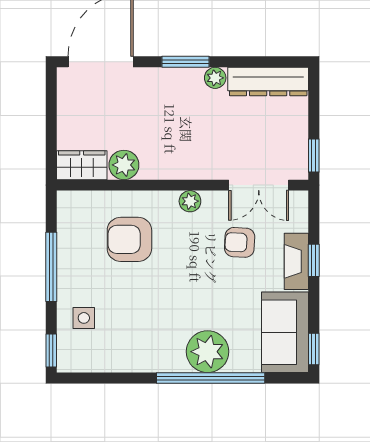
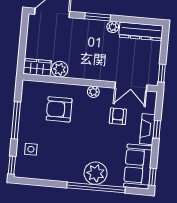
armchair: (240, 242) -> (118, 116), turned 87

